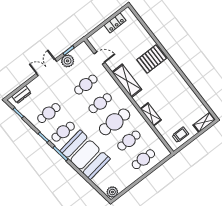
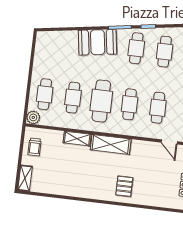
door: (99, 58) -> (169, 142), hinge flipped
pallet: (152, 59) -> (124, 186), width x0.67, depth x0.71
shelving: (127, 81) -> (111, 144), moved
booth: (85, 155) -> (98, 42), width x0.73, depth x0.70
plant: (112, 192) -> (33, 117), moved

